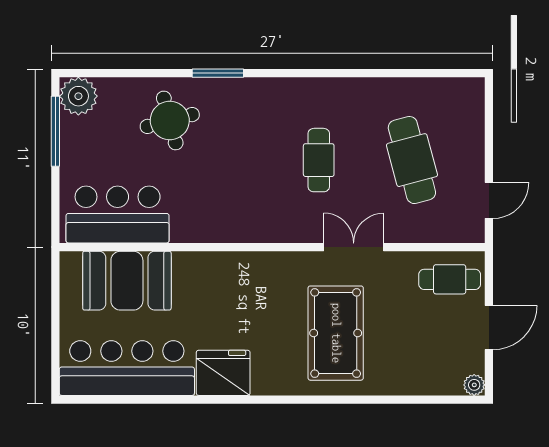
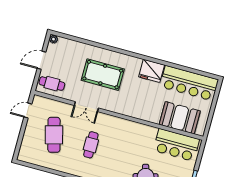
pool table: (336, 333) -> (103, 75), turned 90

